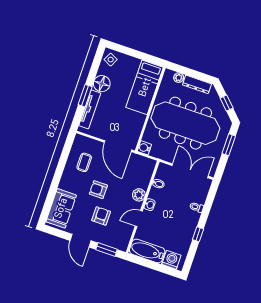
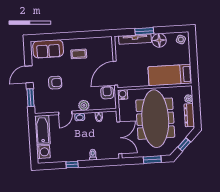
coffee table: (84, 162) -> (79, 54), moved
armchair: (98, 190) -> (107, 93), moved
door: (139, 219) -> (65, 113), swing flipped

